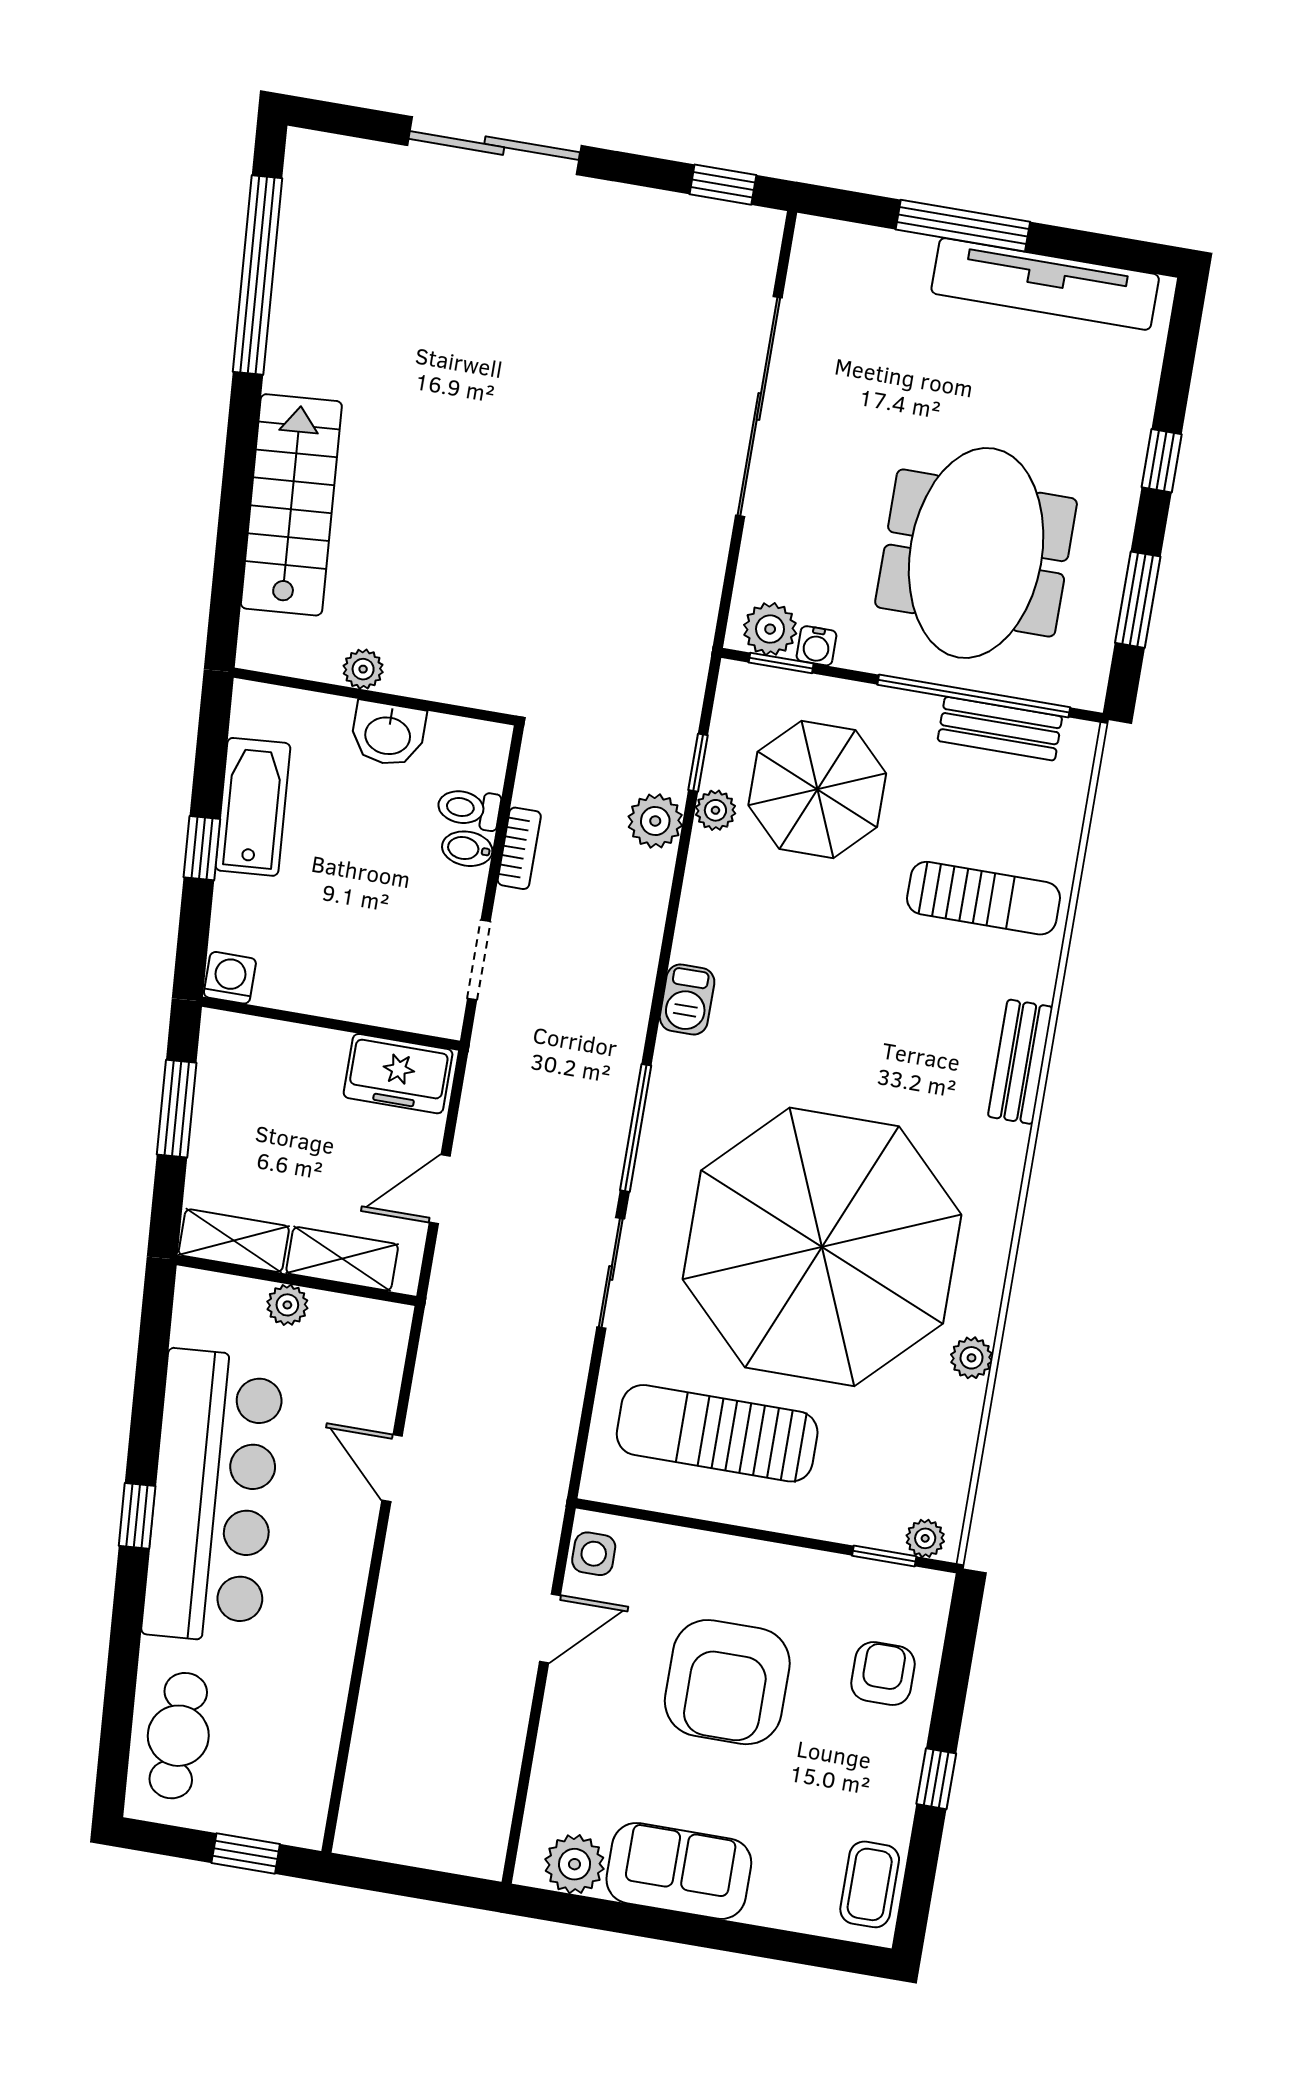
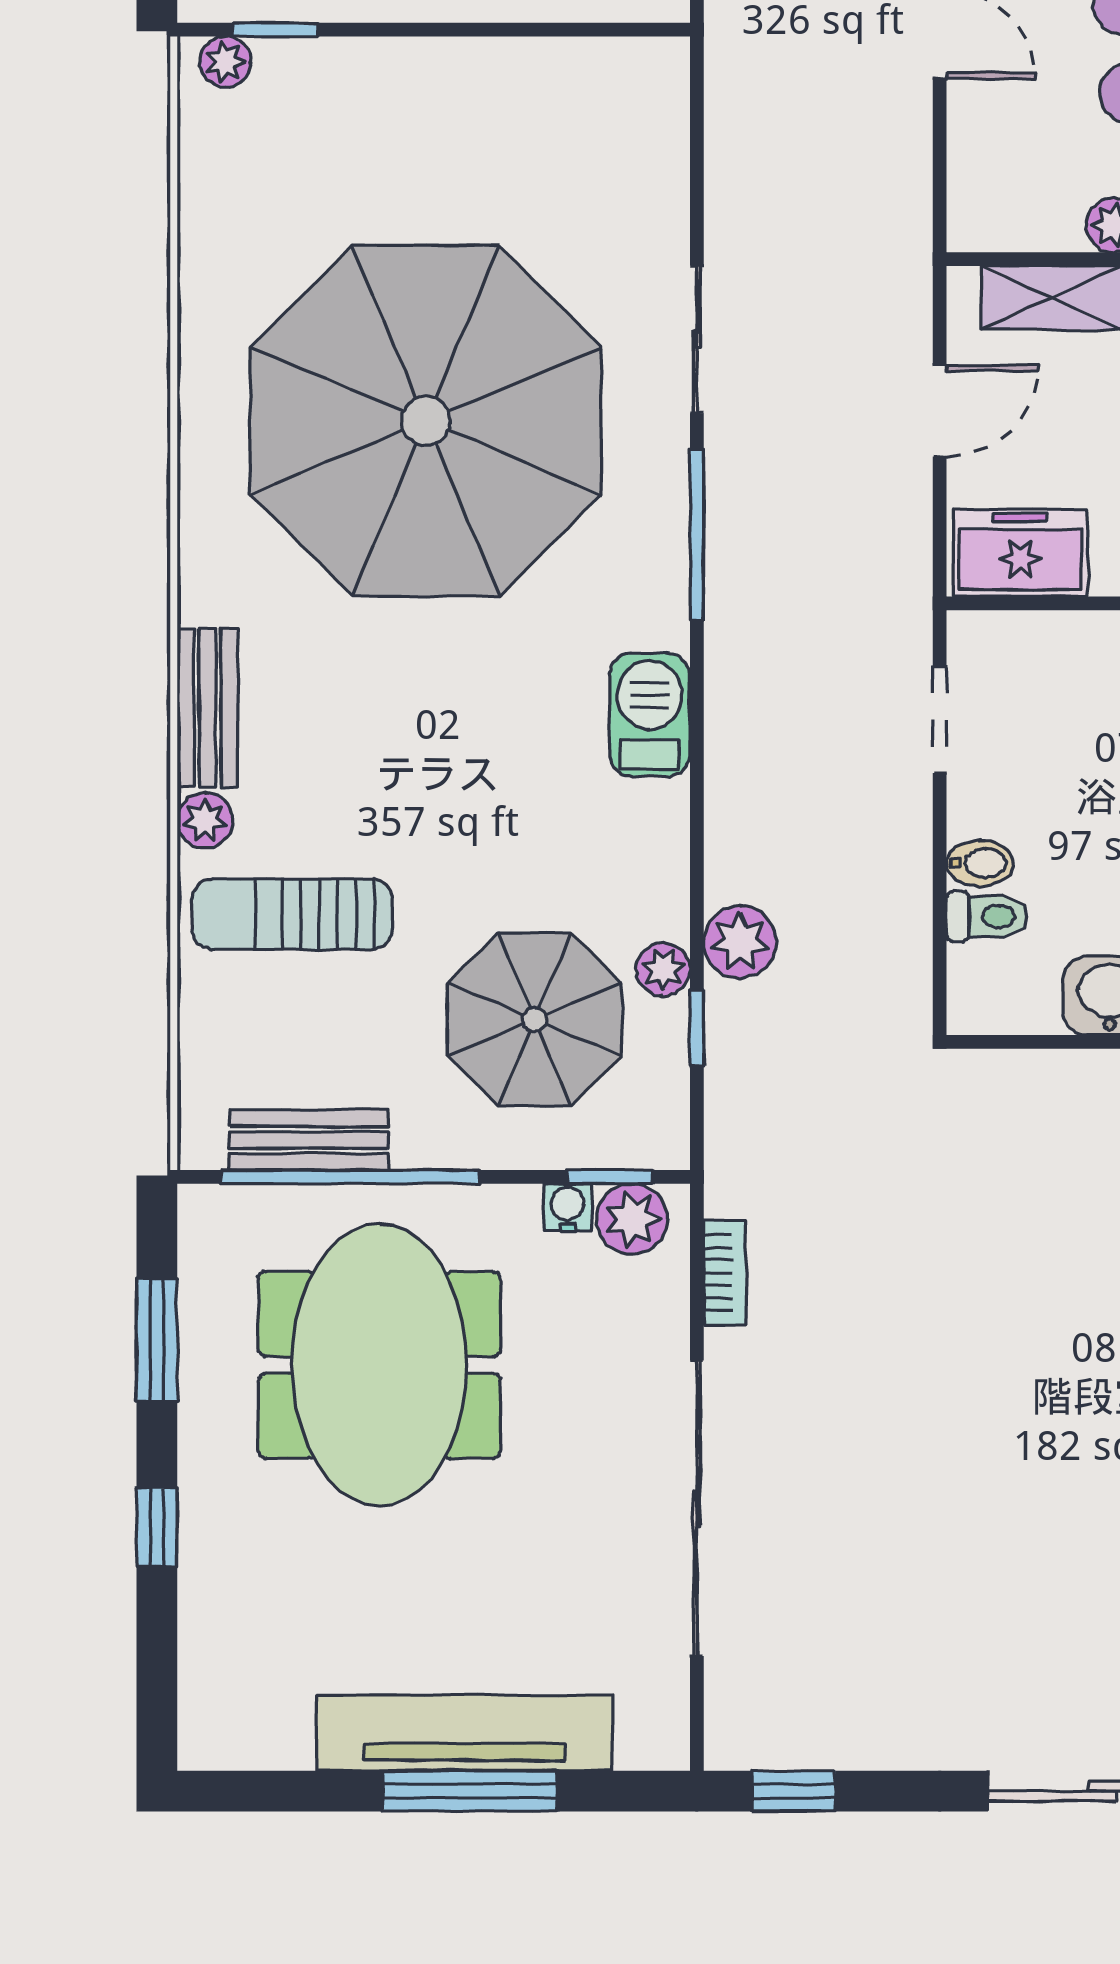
tv unit: (1045, 284) -> (464, 1733), moved
bookcase: (519, 848) -> (725, 1273), moved, turned 180
barbecue: (687, 999) -> (650, 715), width x1.38, depth x1.27
plant: (972, 1358) -> (205, 821), moved
sun lounger: (717, 1433) -> (522, 153), removed

